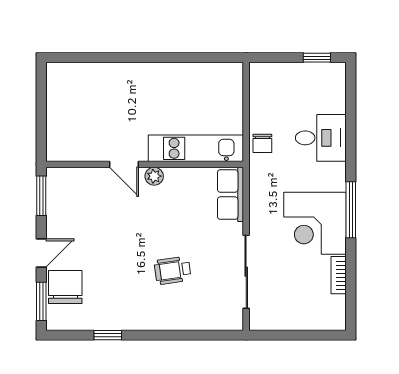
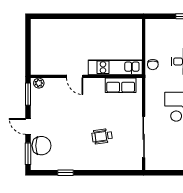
plant: (154, 176) -> (39, 83), moved
row of seats: (231, 195) -> (121, 85), moved, turned -90
door: (41, 253) -> (28, 126), swing flipped
chair: (65, 287) -> (42, 146), turned 90

